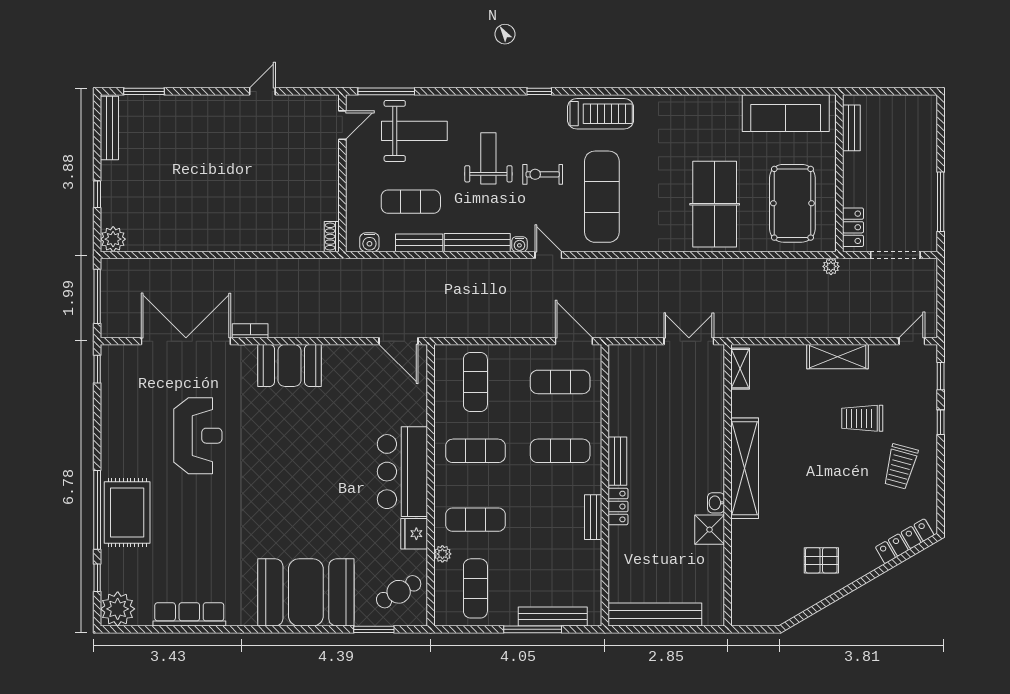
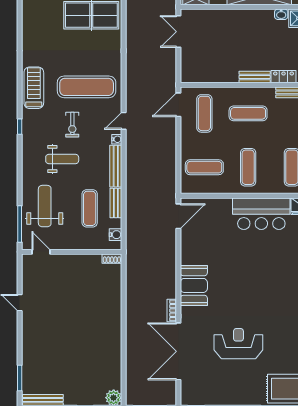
weight bench: (488, 158) -> (62, 159), turned 180
exercise mat: (560, 451) -> (248, 113), turned 90

